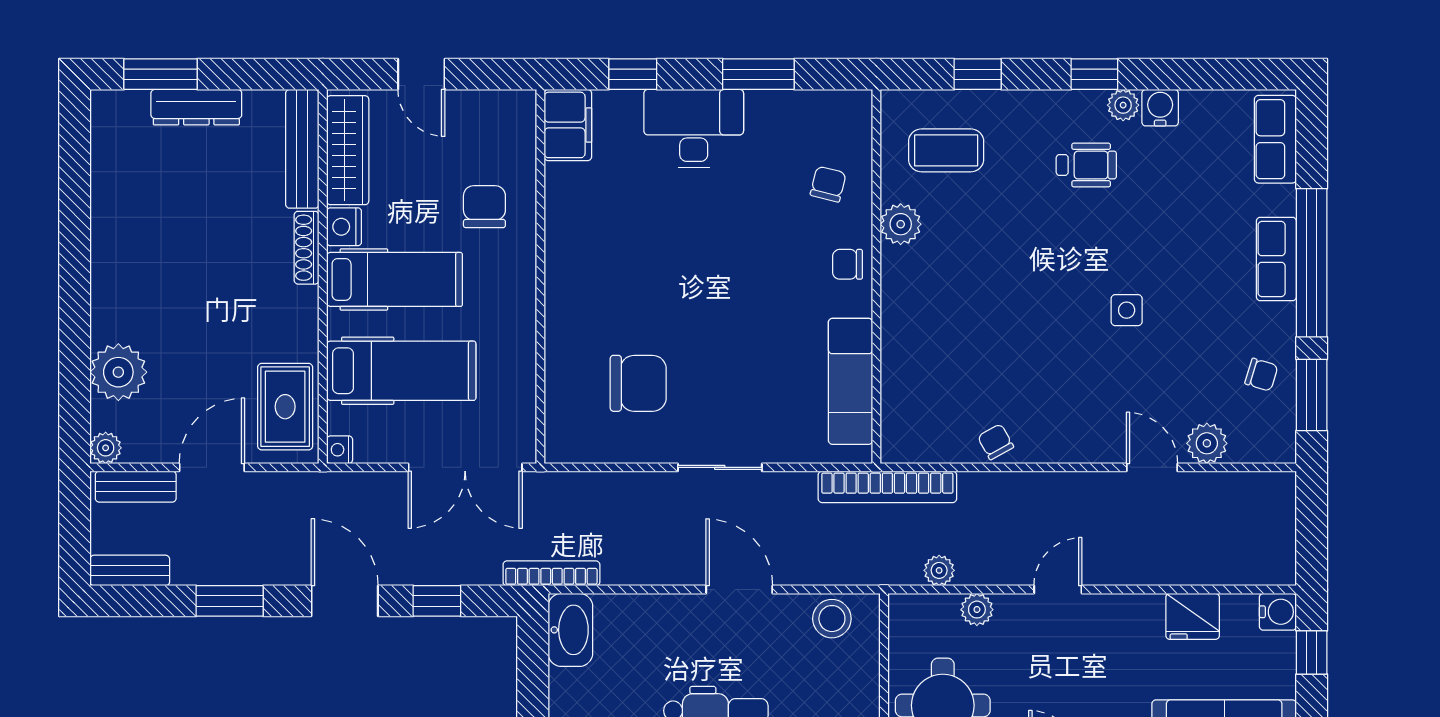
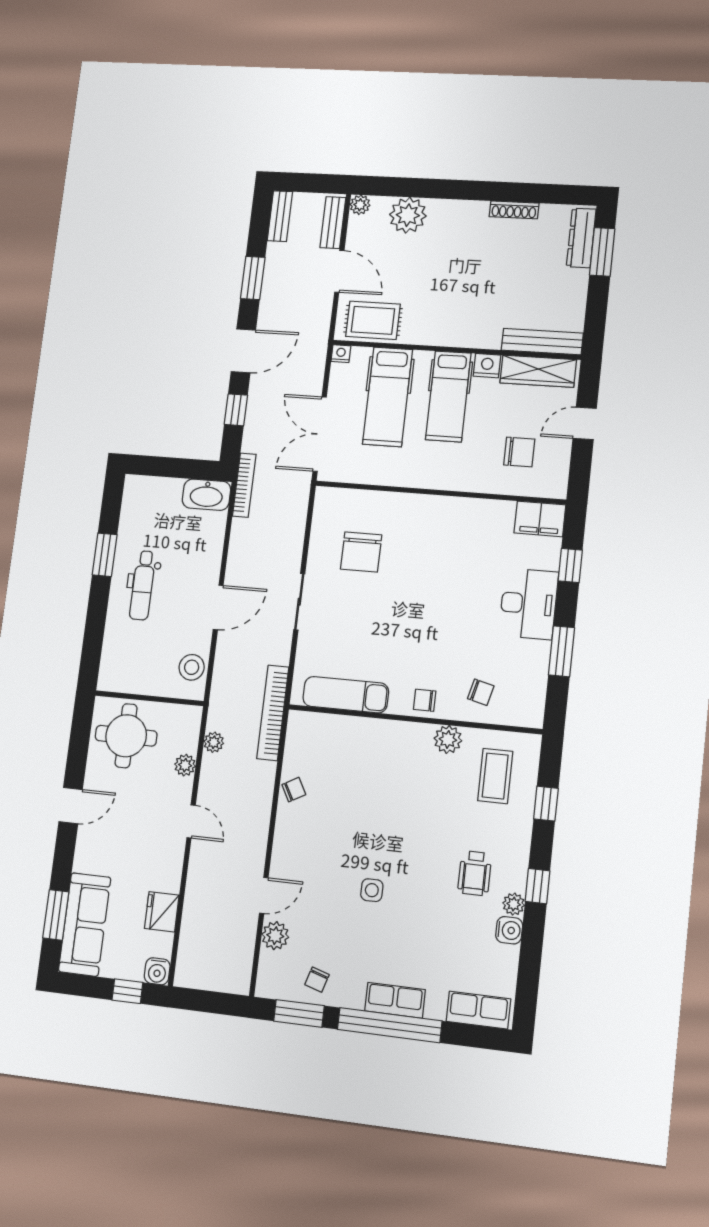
dresser: (196, 107) -> (581, 238), moved
chair: (484, 207) -> (519, 452), moved
shoe rack: (307, 248) -> (514, 210), moved, turned 180
chair: (847, 264) -> (425, 700), turned -90

